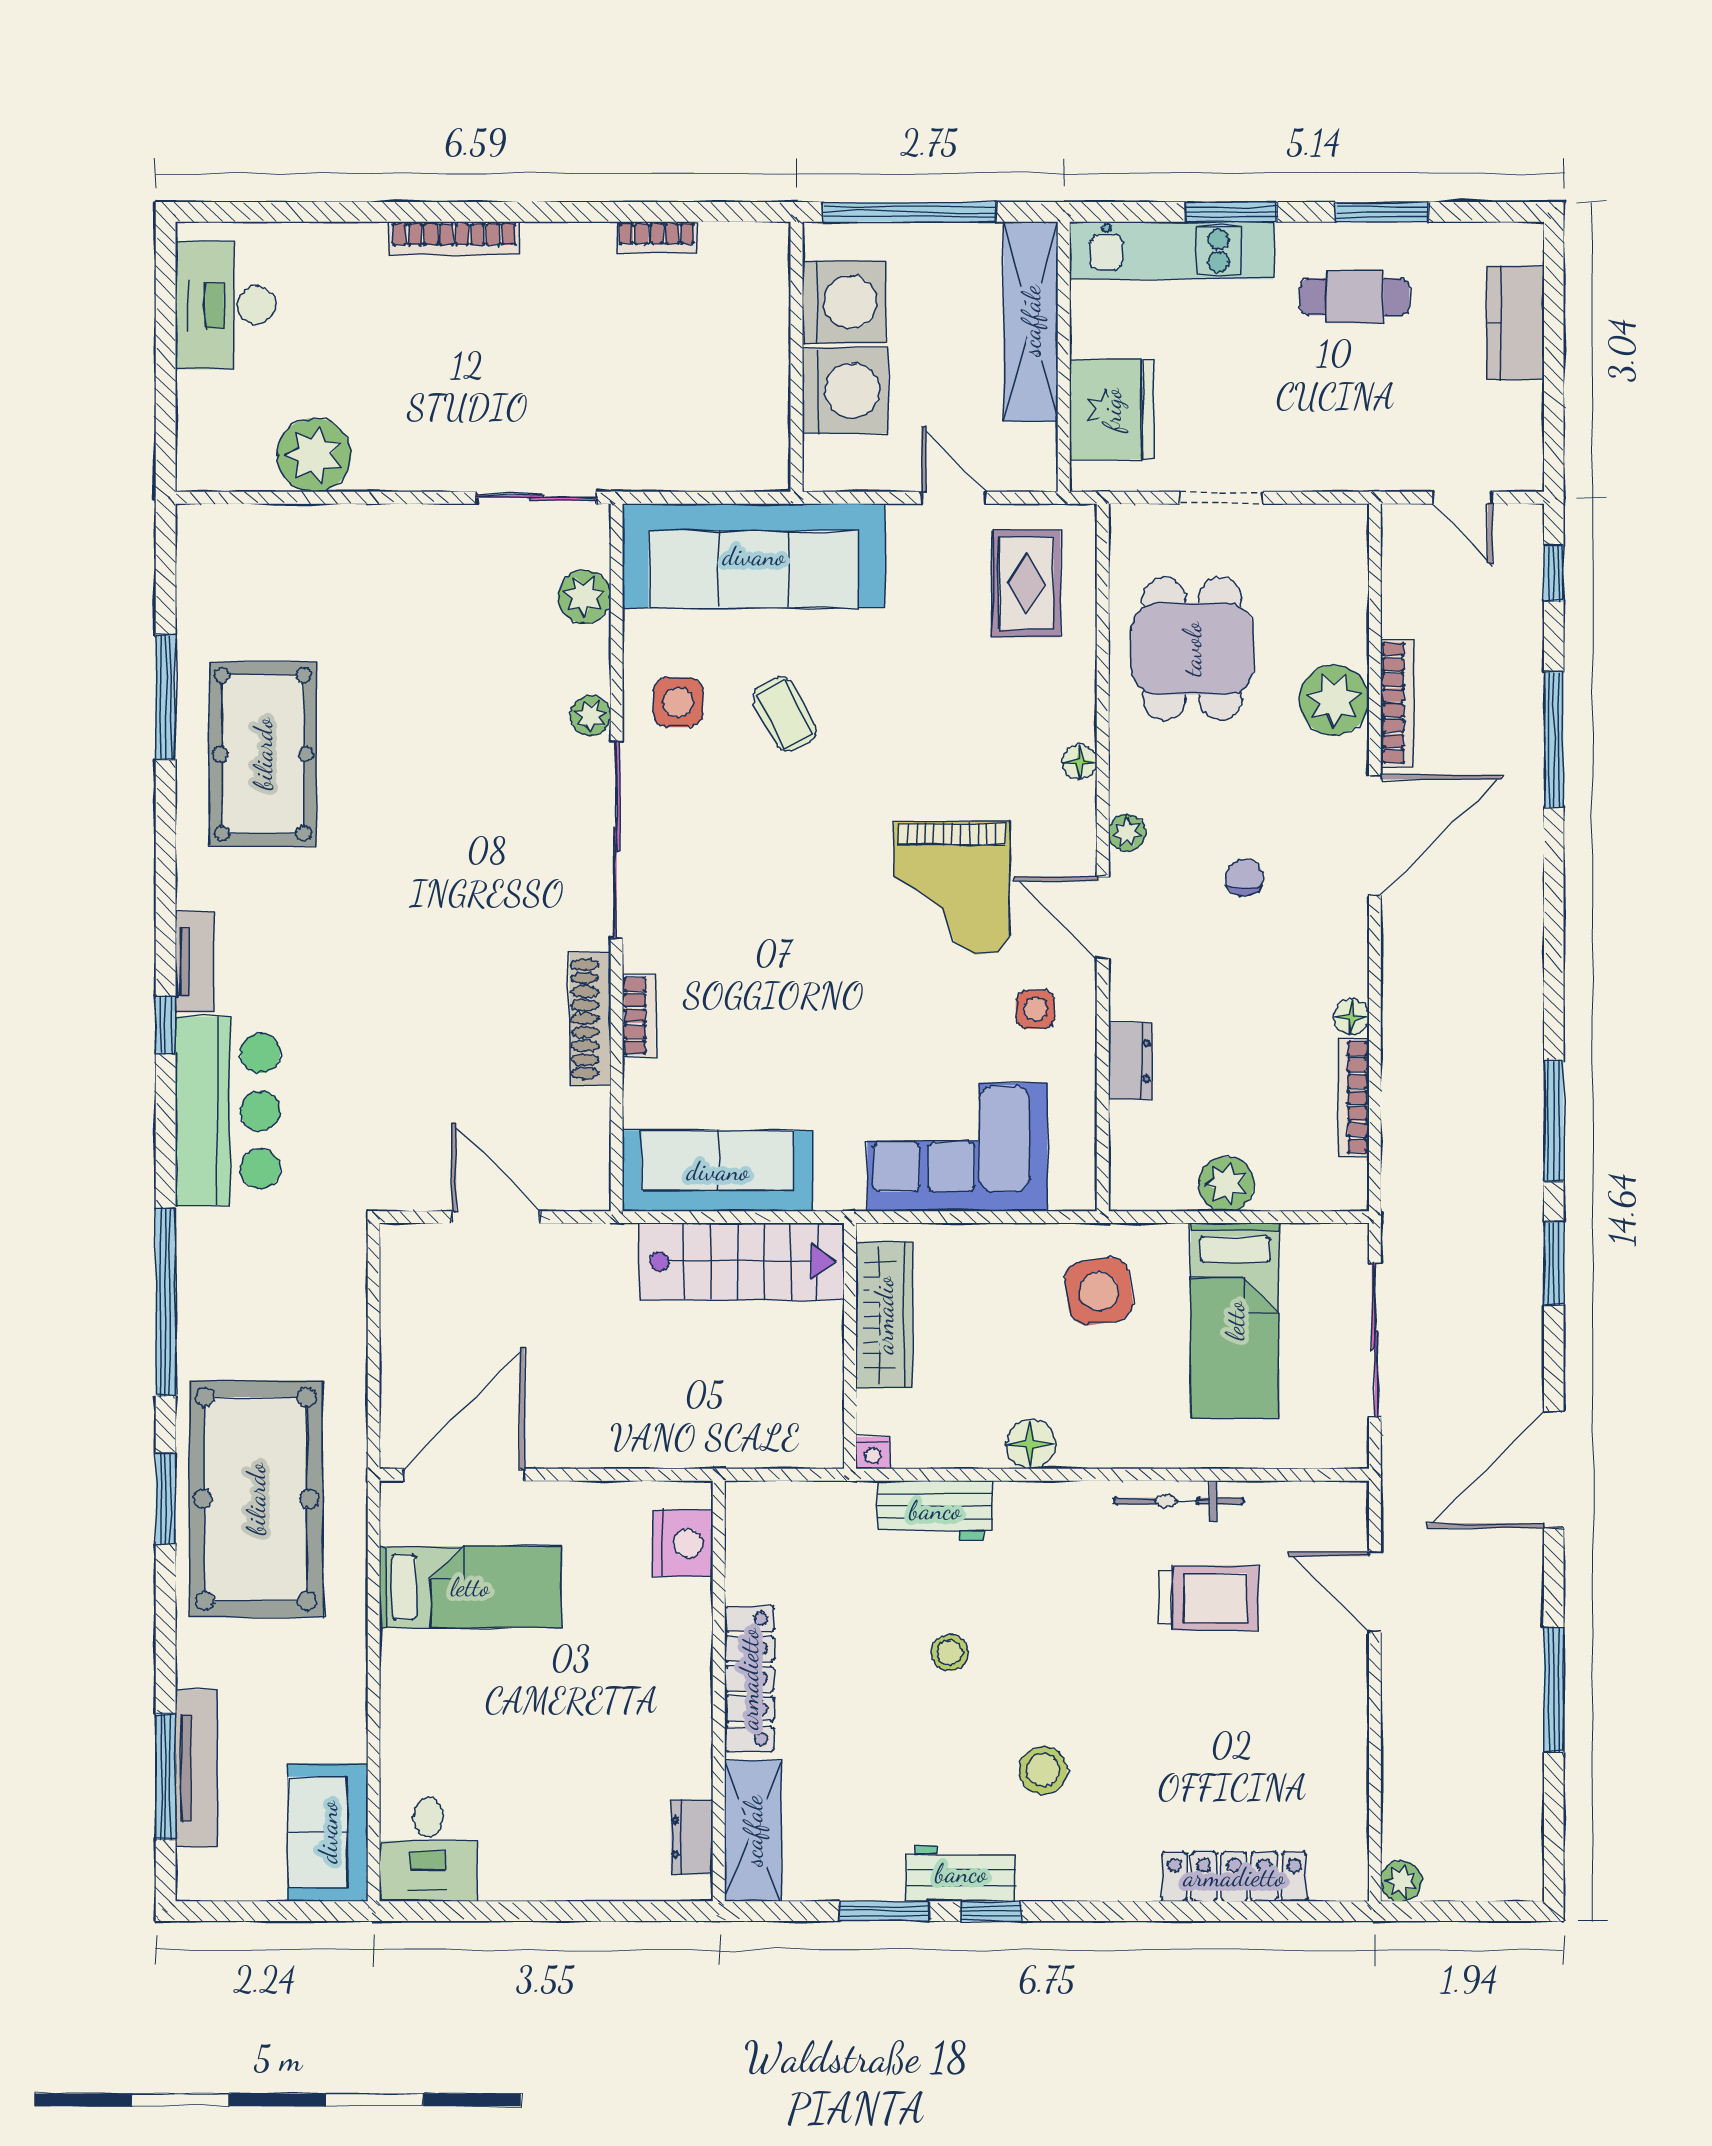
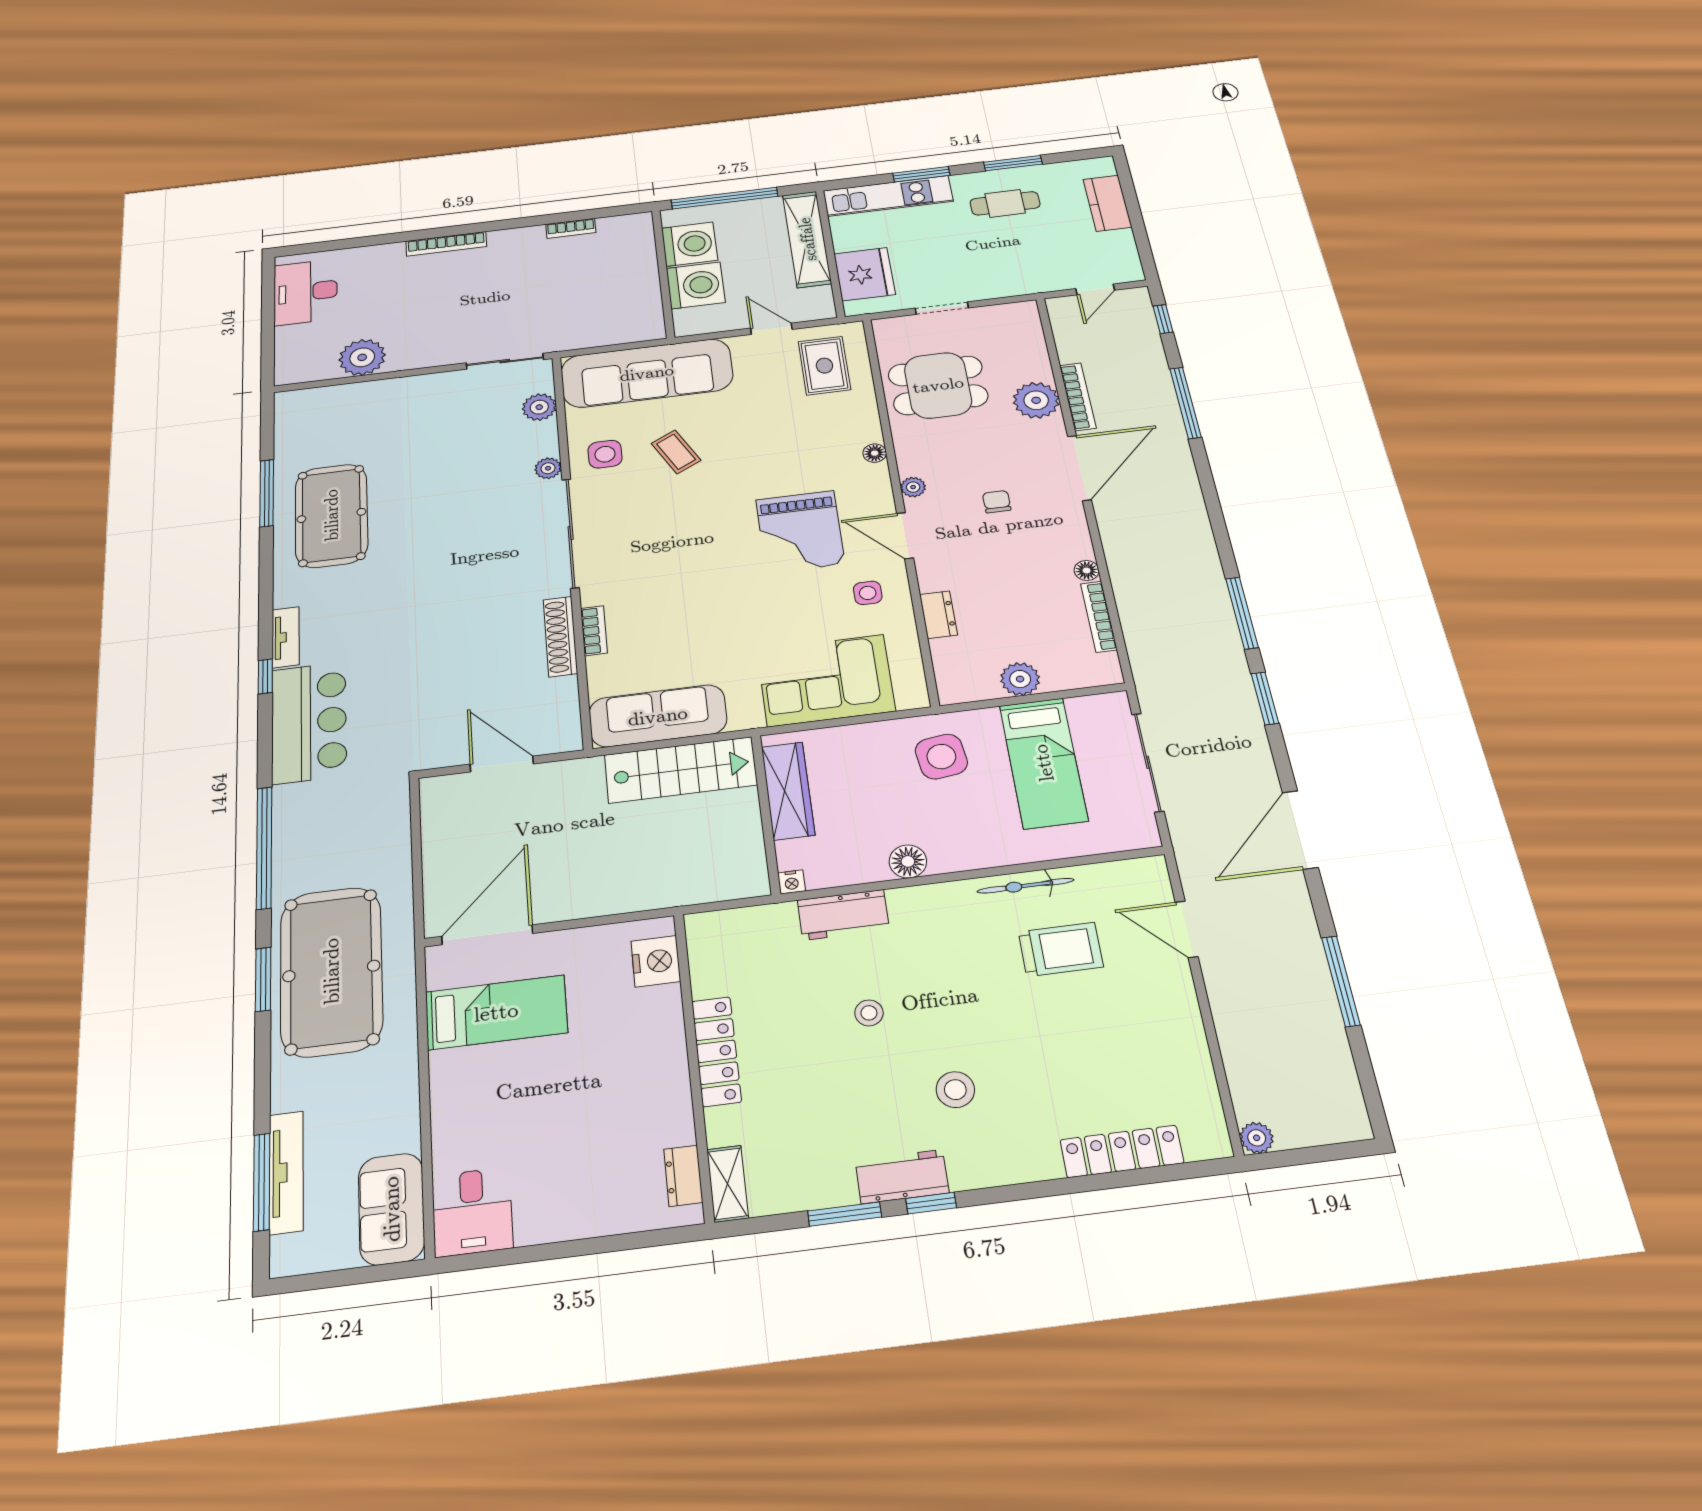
door: (1462, 498) -> (1095, 289), hinge flipped
dining table: (1192, 649) -> (938, 385), turned 90
shelving: (753, 1831) -> (728, 1184), width x0.67, depth x0.75

